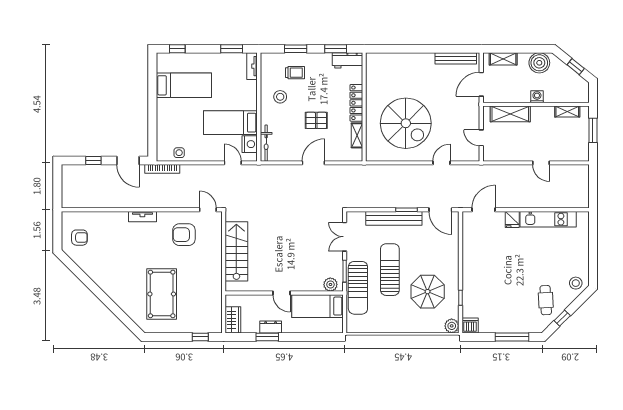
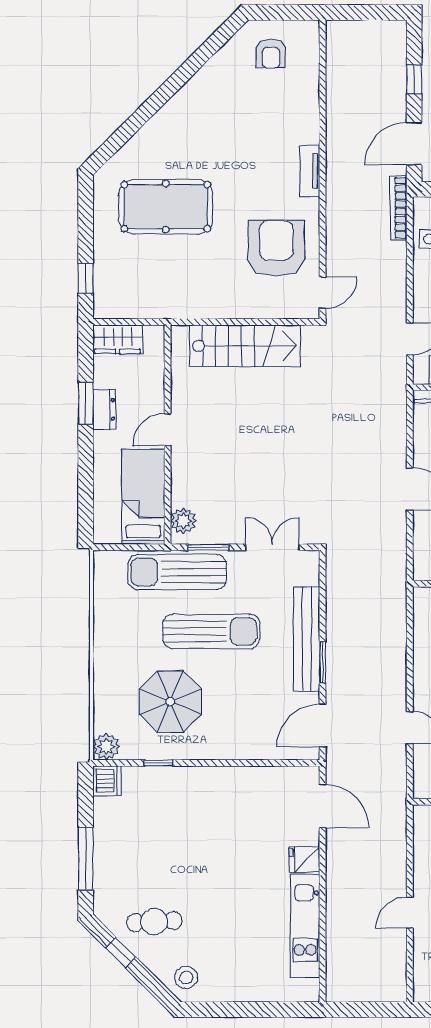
armchair: (184, 235) -> (276, 248), width x1.36, depth x1.36

